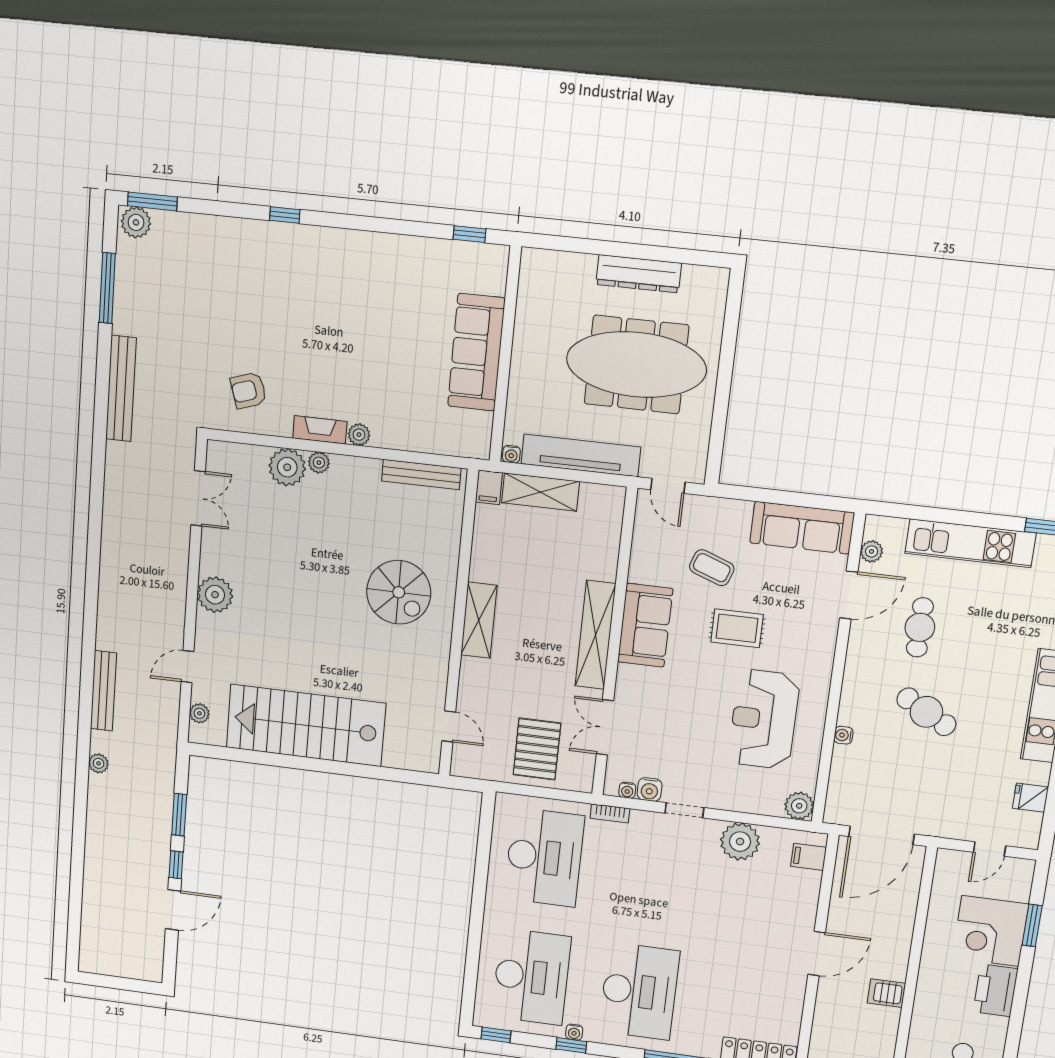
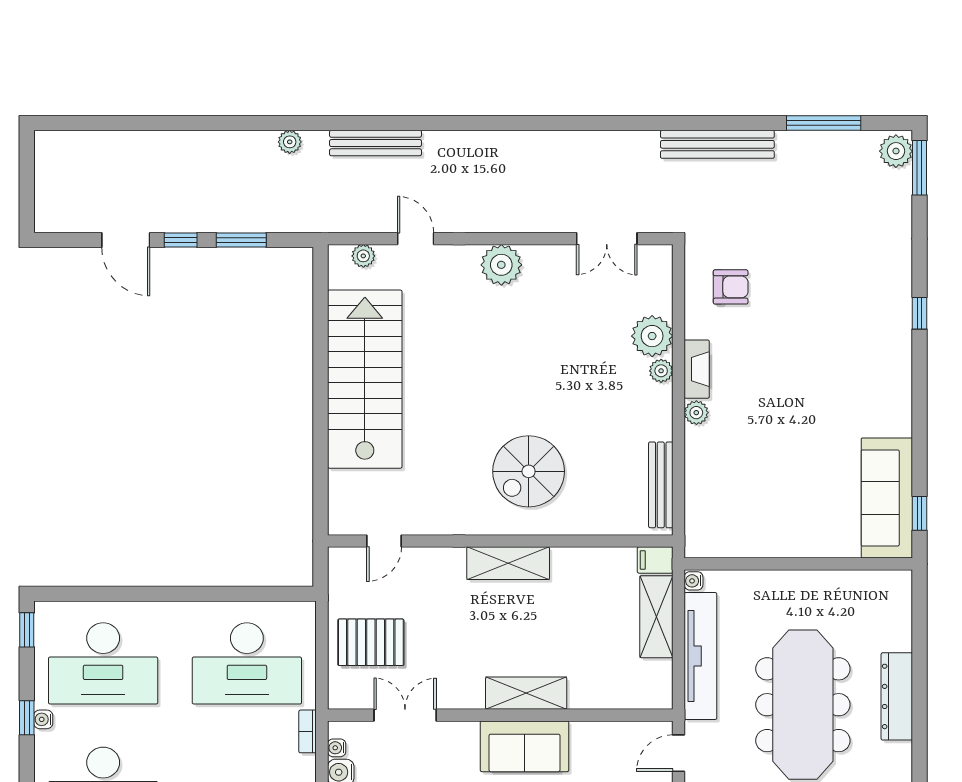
sofa: (476, 352) -> (887, 498), moved, turned -90
armchair: (248, 390) -> (731, 287), turned 108
shelving: (595, 635) -> (526, 693), width x0.68

